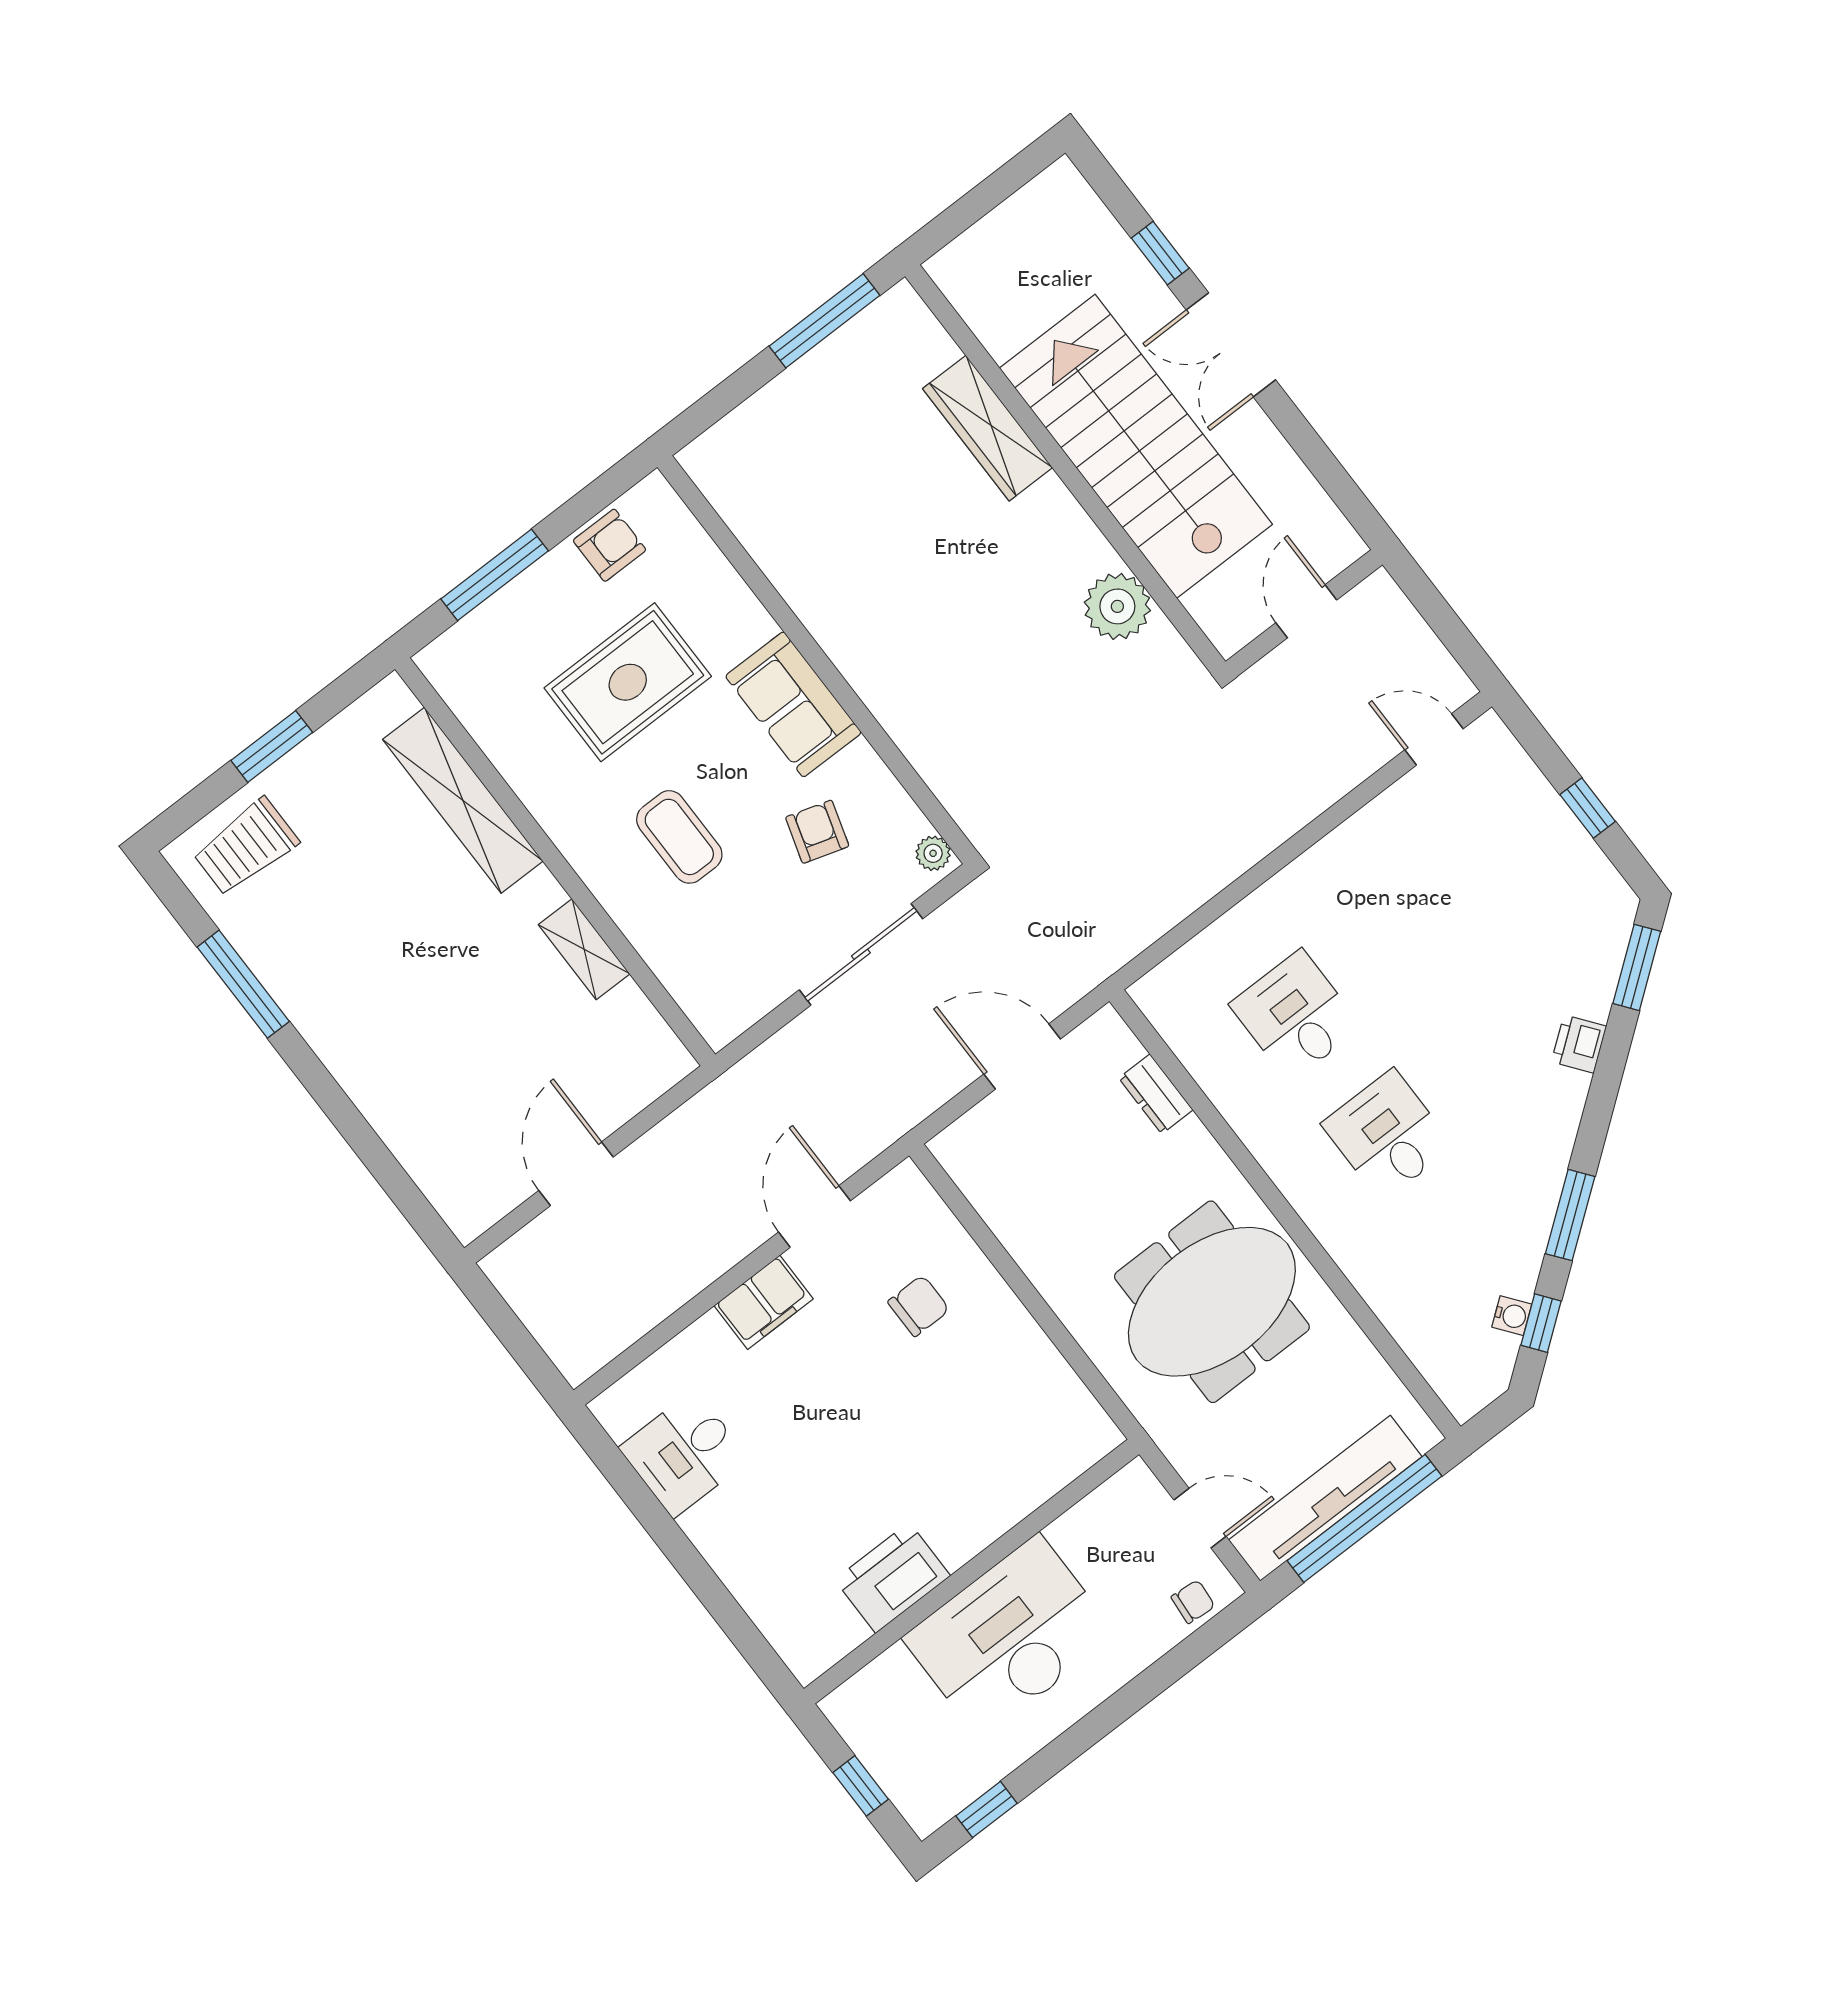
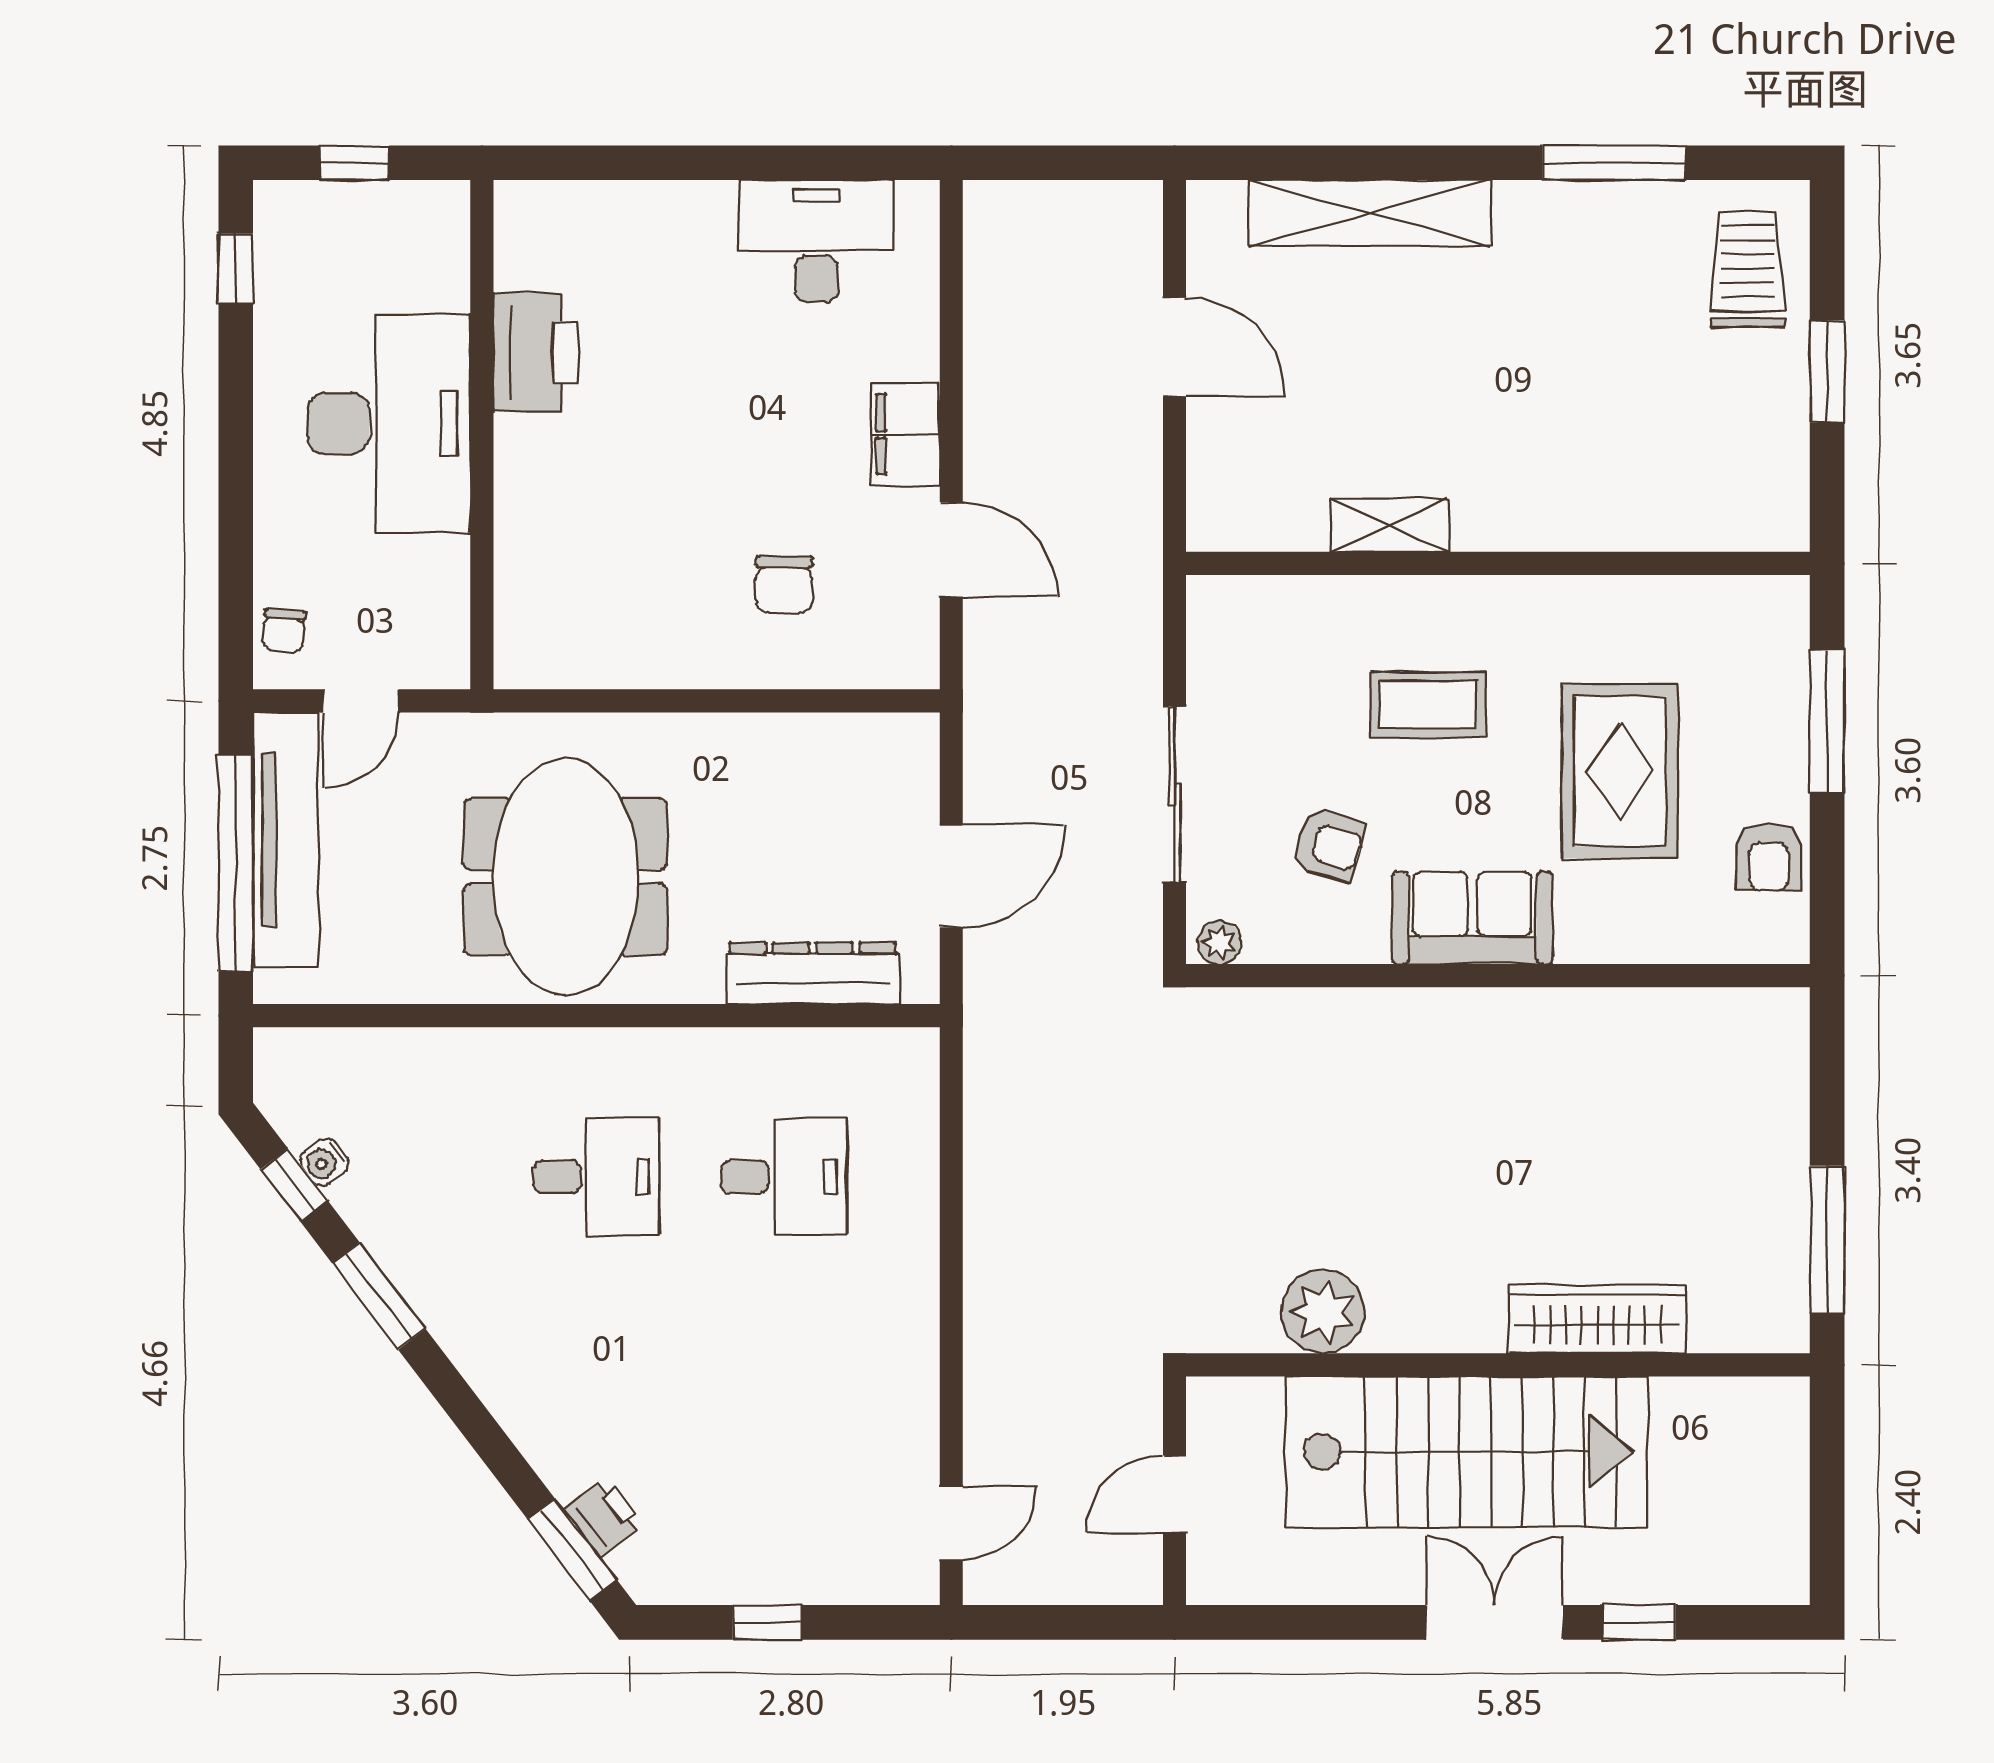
door: (1306, 611) -> (1175, 1494), swing flipped
shelving: (463, 800) -> (1370, 213), moved
printer: (1579, 1044) -> (604, 1517), moved
dresser: (1156, 1094) -> (813, 973), width x1.96, depth x1.24
desk: (684, 1454) -> (816, 241), width x1.37

